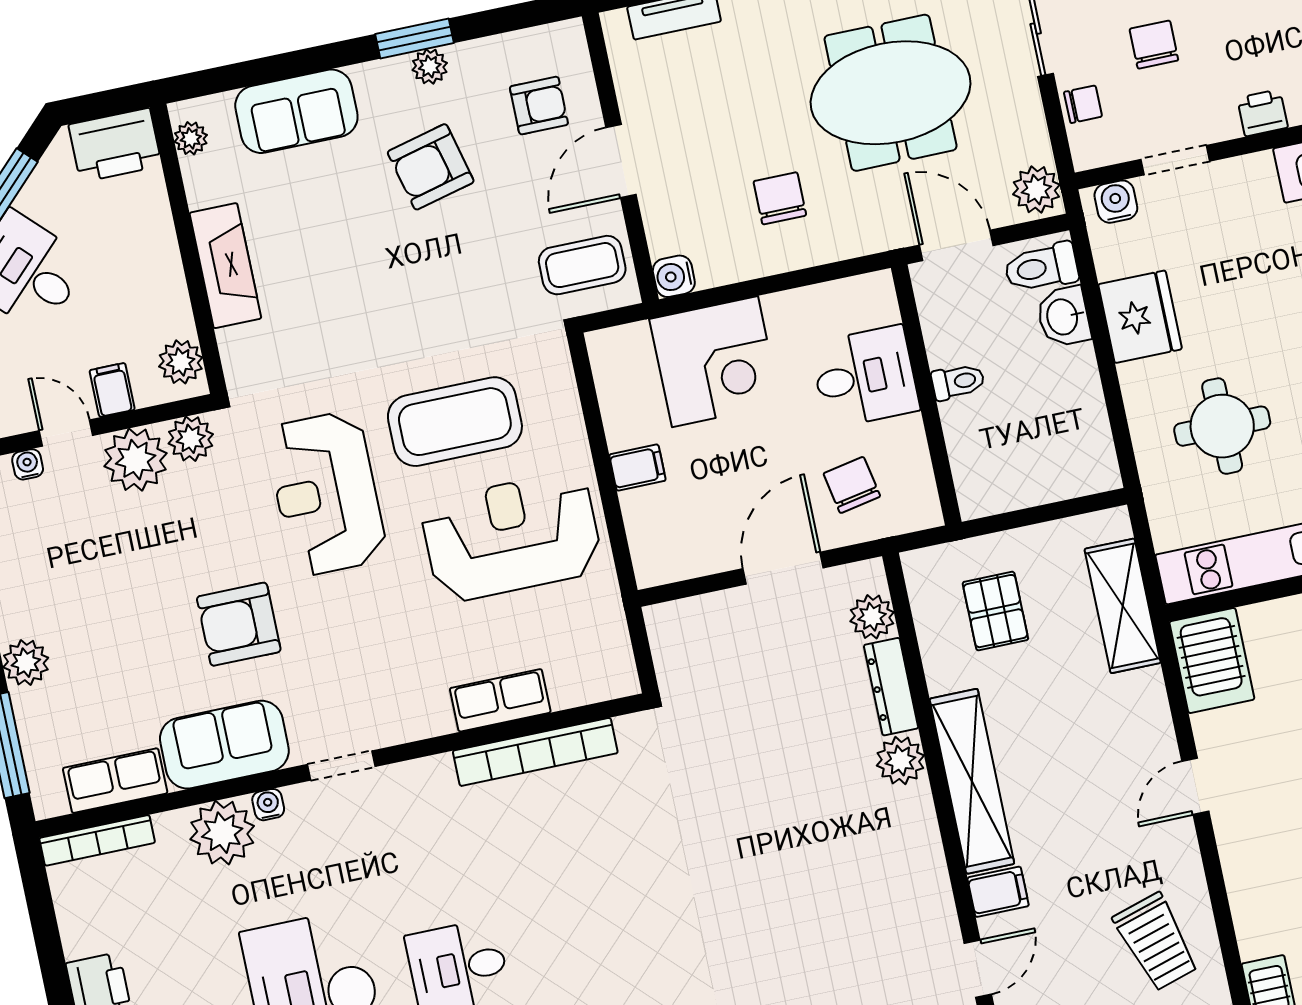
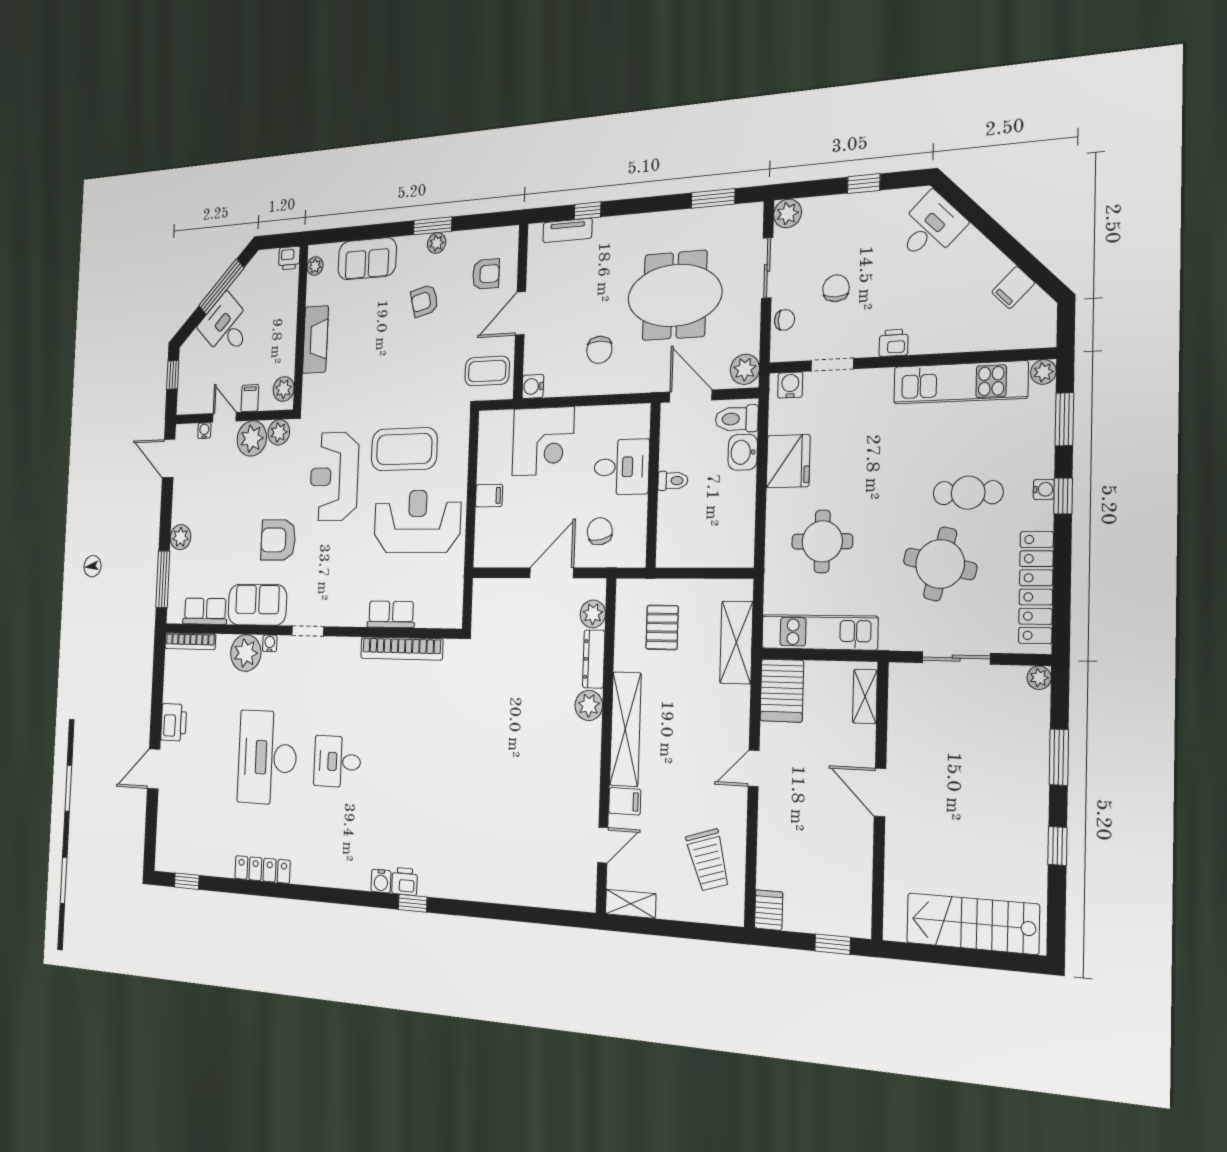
printer: (115, 145) -> (289, 258), width x0.53, depth x0.68
armchair: (431, 167) -> (424, 301), width x0.72, depth x0.72
chair: (780, 198) -> (599, 350), turned 180

